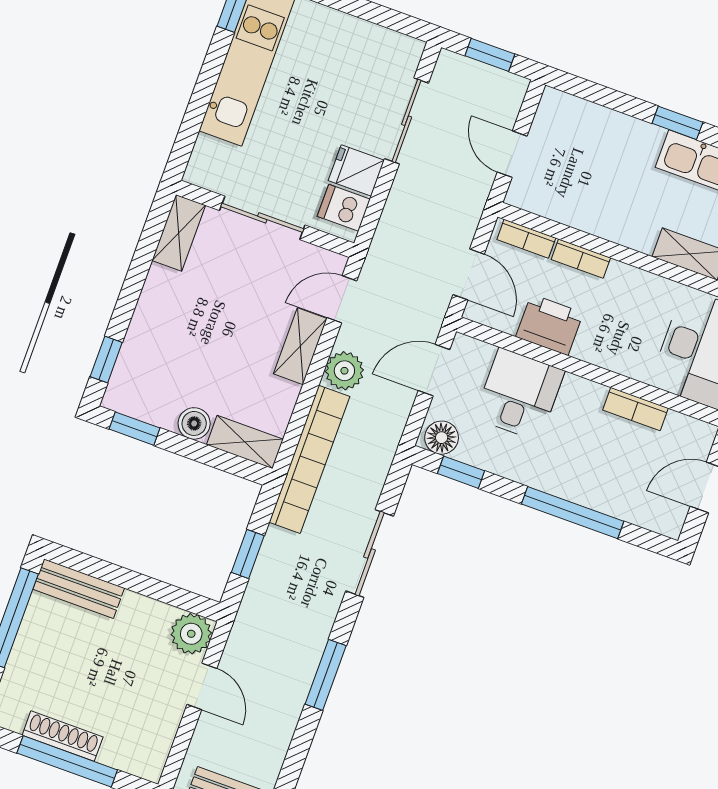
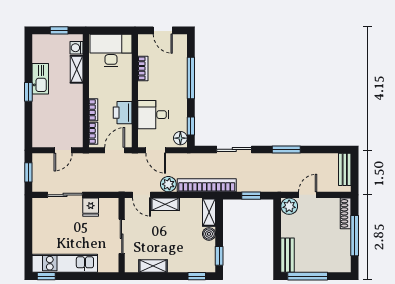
dishwasher: (344, 208) -> (107, 207), removed
shelving: (179, 233) -> (153, 266), moved
shoe rack: (63, 736) -> (346, 213), moved

